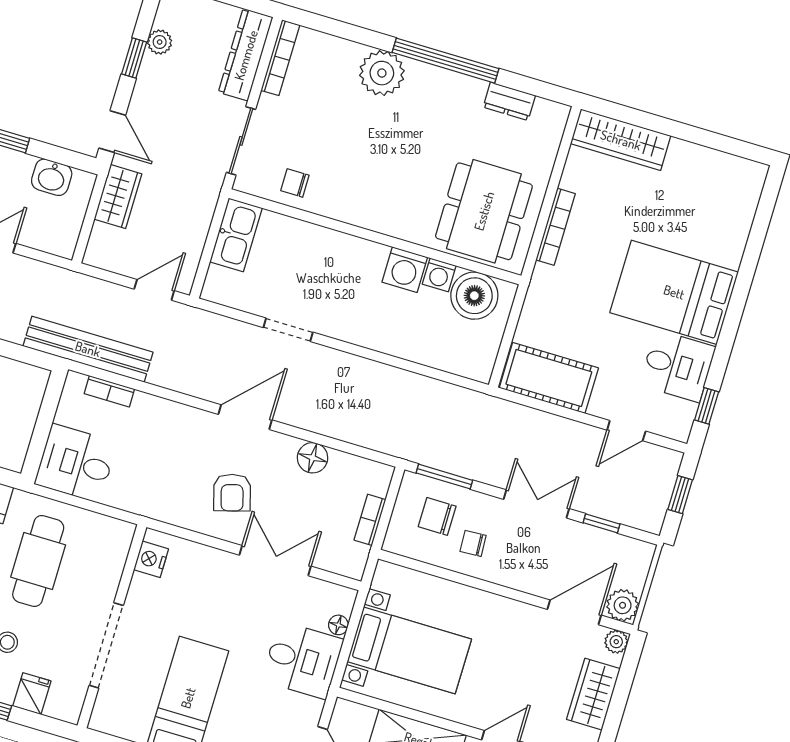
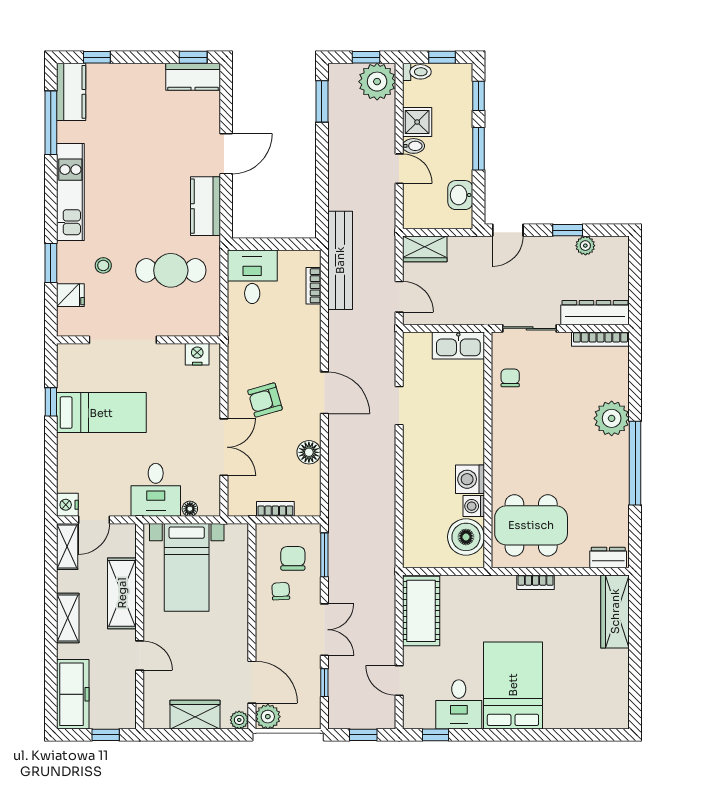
dresser: (509, 101) -> (608, 557), moved, turned 90
wardrobe: (118, 197) -> (425, 249), moved
bookcase: (556, 227) -> (536, 582), width x0.64

